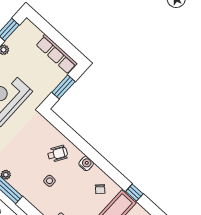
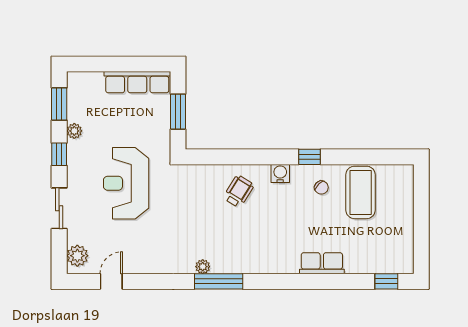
side table: (49, 181) -> (257, 229), removed
window: (134, 193) -> (310, 157), moved

